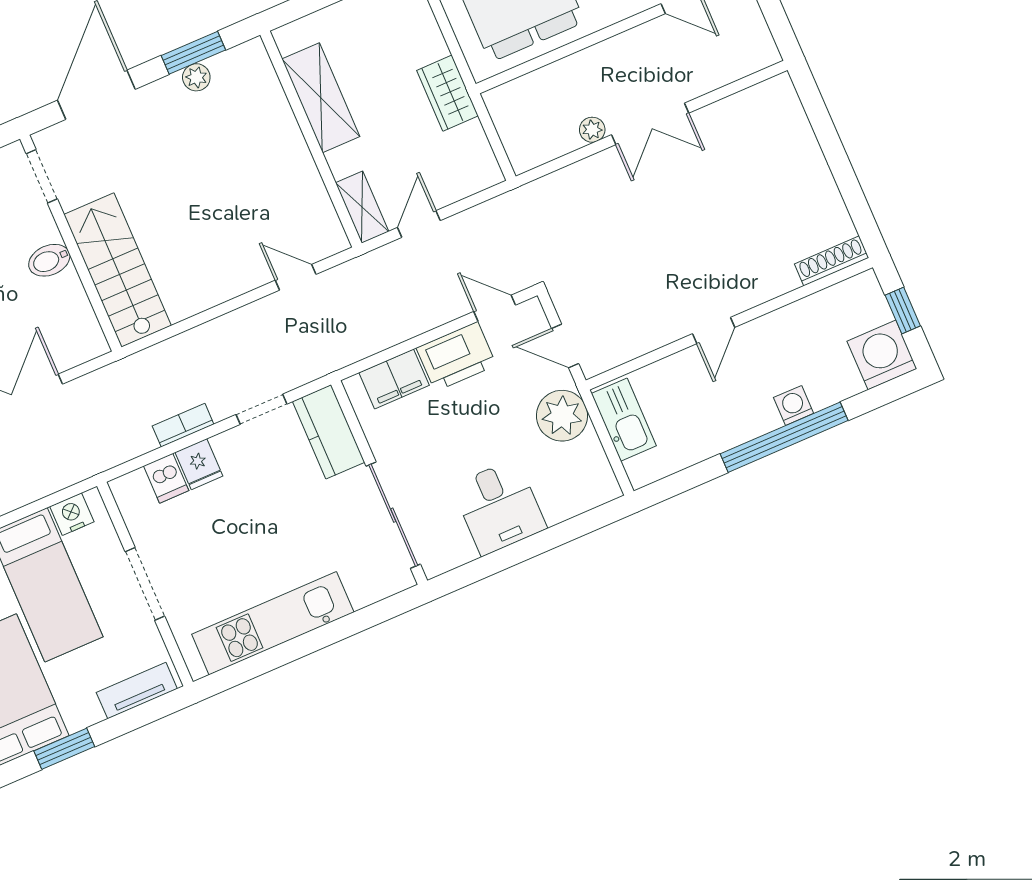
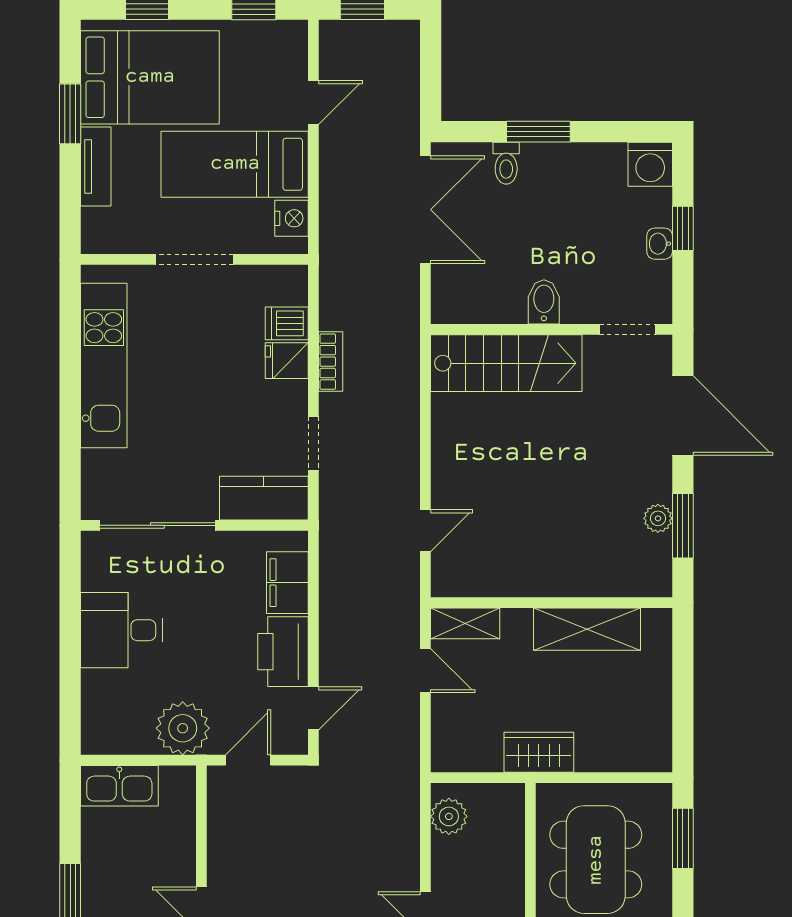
plant: (592, 130) -> (449, 816), moved, width x1.38, depth x1.38
kitchen sink: (624, 420) -> (119, 786), moved
tv unit: (137, 691) -> (96, 166), moved

